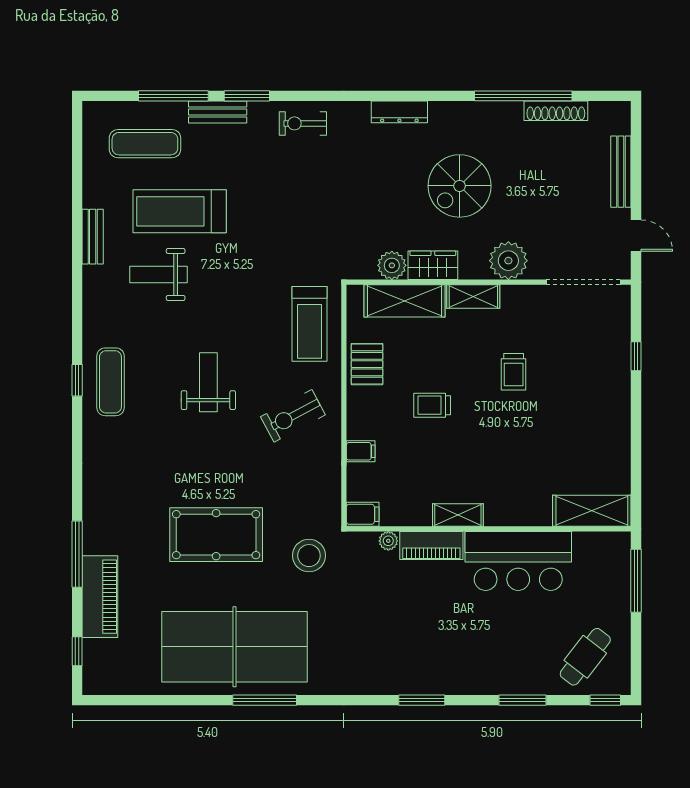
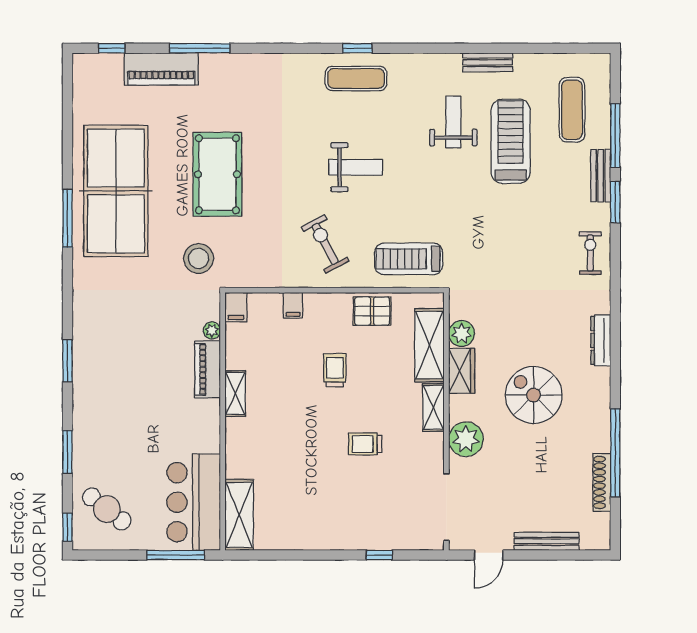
bar counter: (518, 561) -> (194, 502), moved

